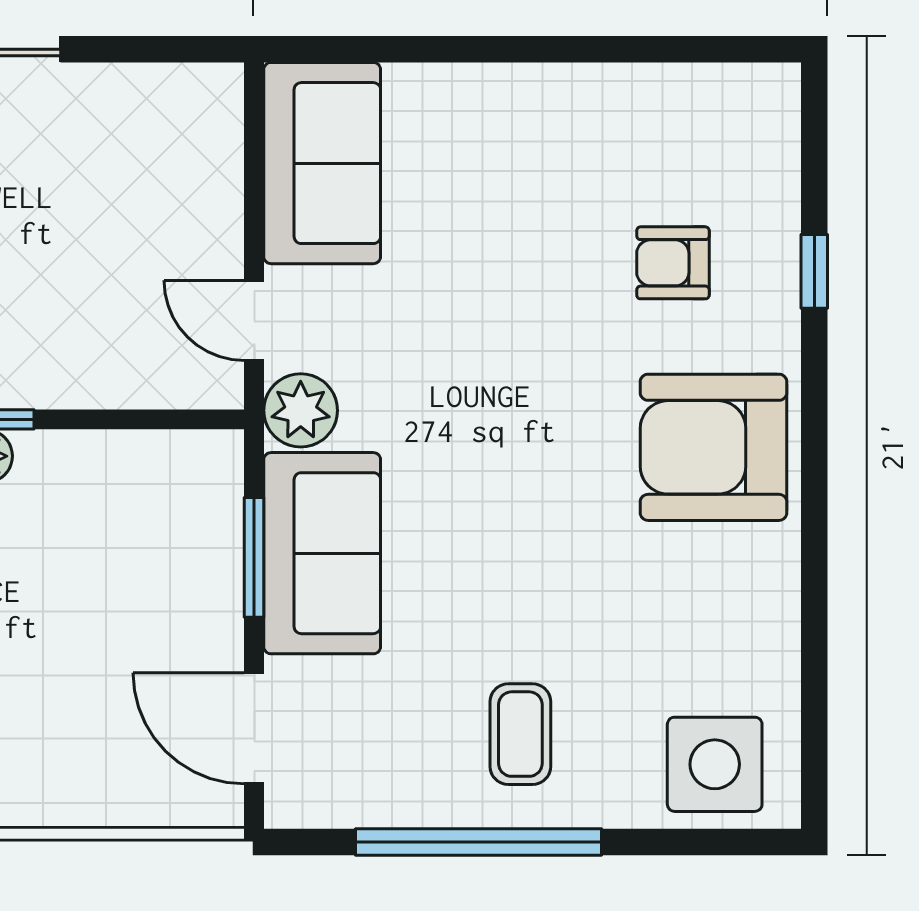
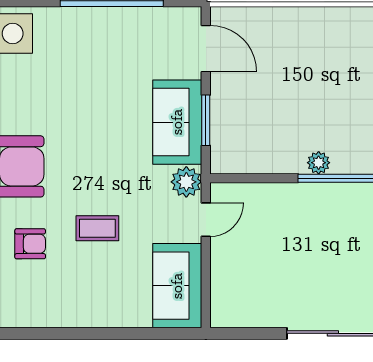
door: (254, 321) -> (206, 220), hinge flipped
coffee table: (520, 734) -> (97, 228), moved, turned 90

